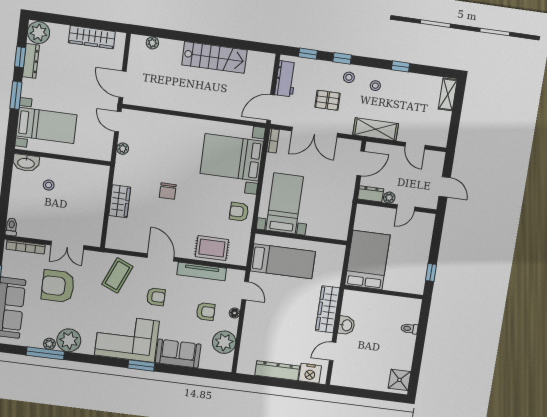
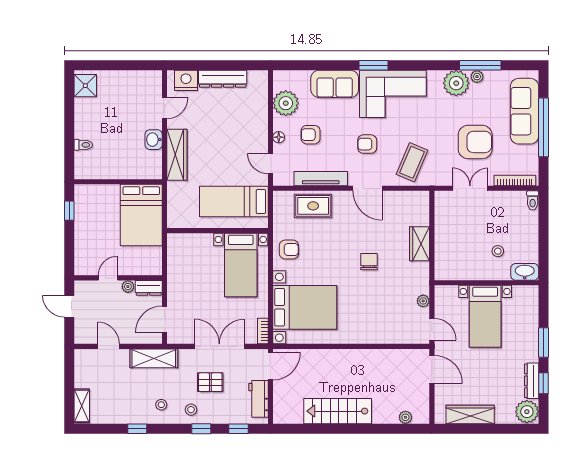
bed with nightstands: (46, 125) -> (485, 316), moved, turned -90

